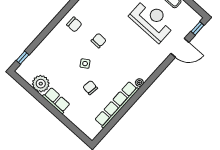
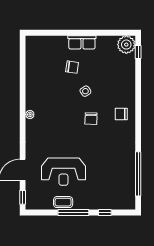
plant: (41, 84) -> (126, 45), moved
chair: (90, 88) -> (72, 67), moved
row of seats: (117, 105) -> (32, 81), removed

